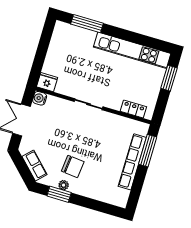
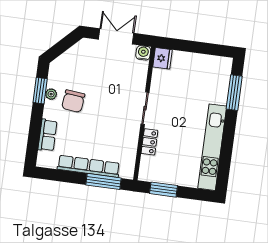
window: (169, 78) -> (164, 190), moved
locker: (133, 109) -> (149, 142), moved
row of seats: (35, 166) -> (47, 135), moved, turned -45

